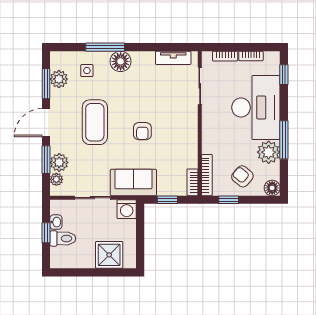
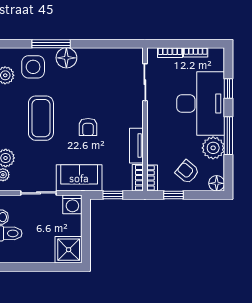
tv unit: (173, 58) -> (136, 146), moved, turned 90
side table: (87, 71) -> (33, 67), width x1.87, depth x1.87
window: (284, 75) -> (228, 89), moved
bookcase: (207, 175) -> (152, 178), width x0.64
shower: (109, 255) -> (69, 250), moved

